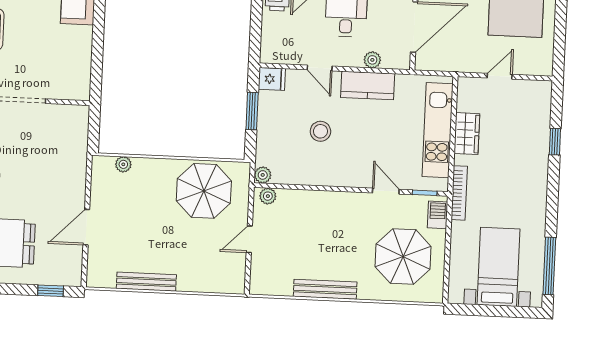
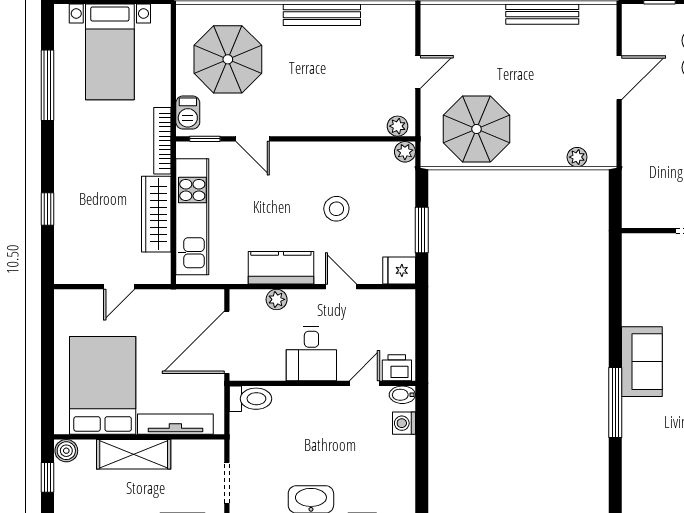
wardrobe: (467, 134) -> (156, 214), width x1.50
window: (549, 266) -> (47, 85), moved

